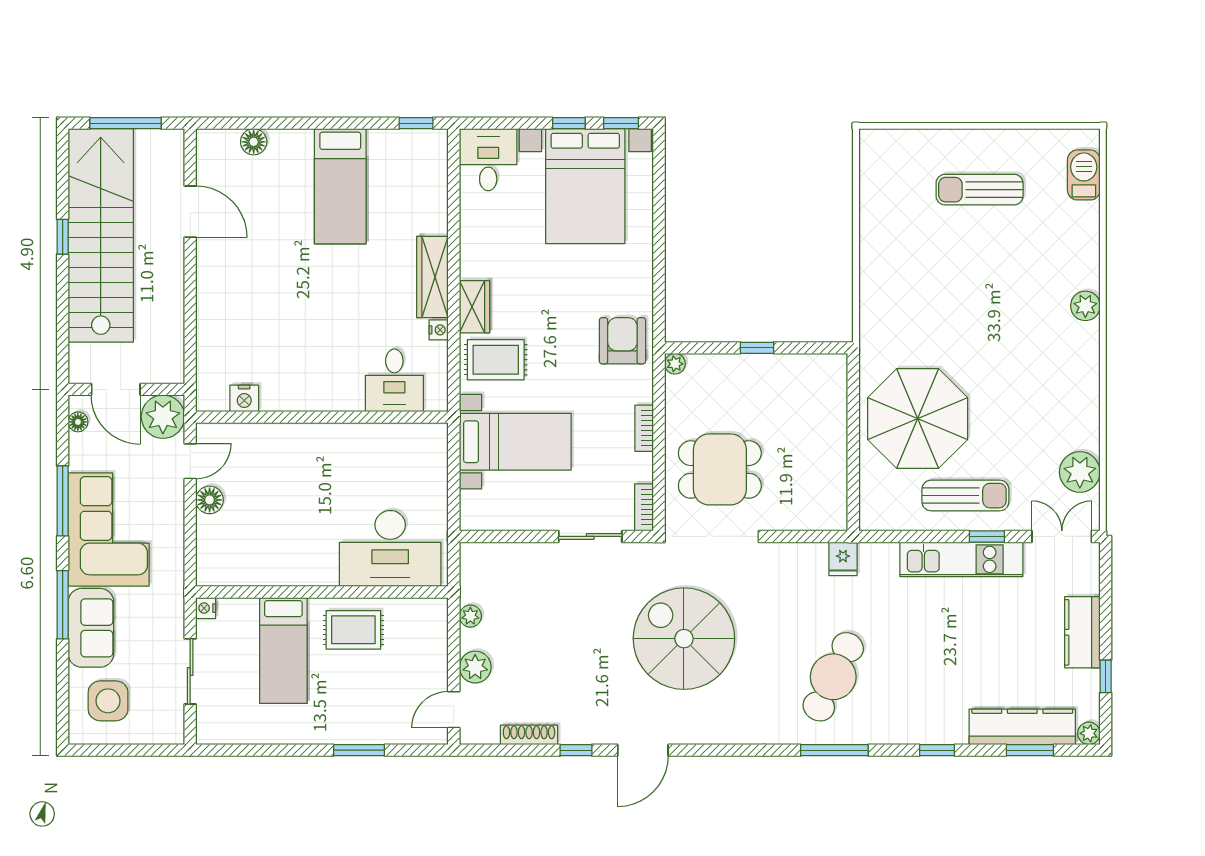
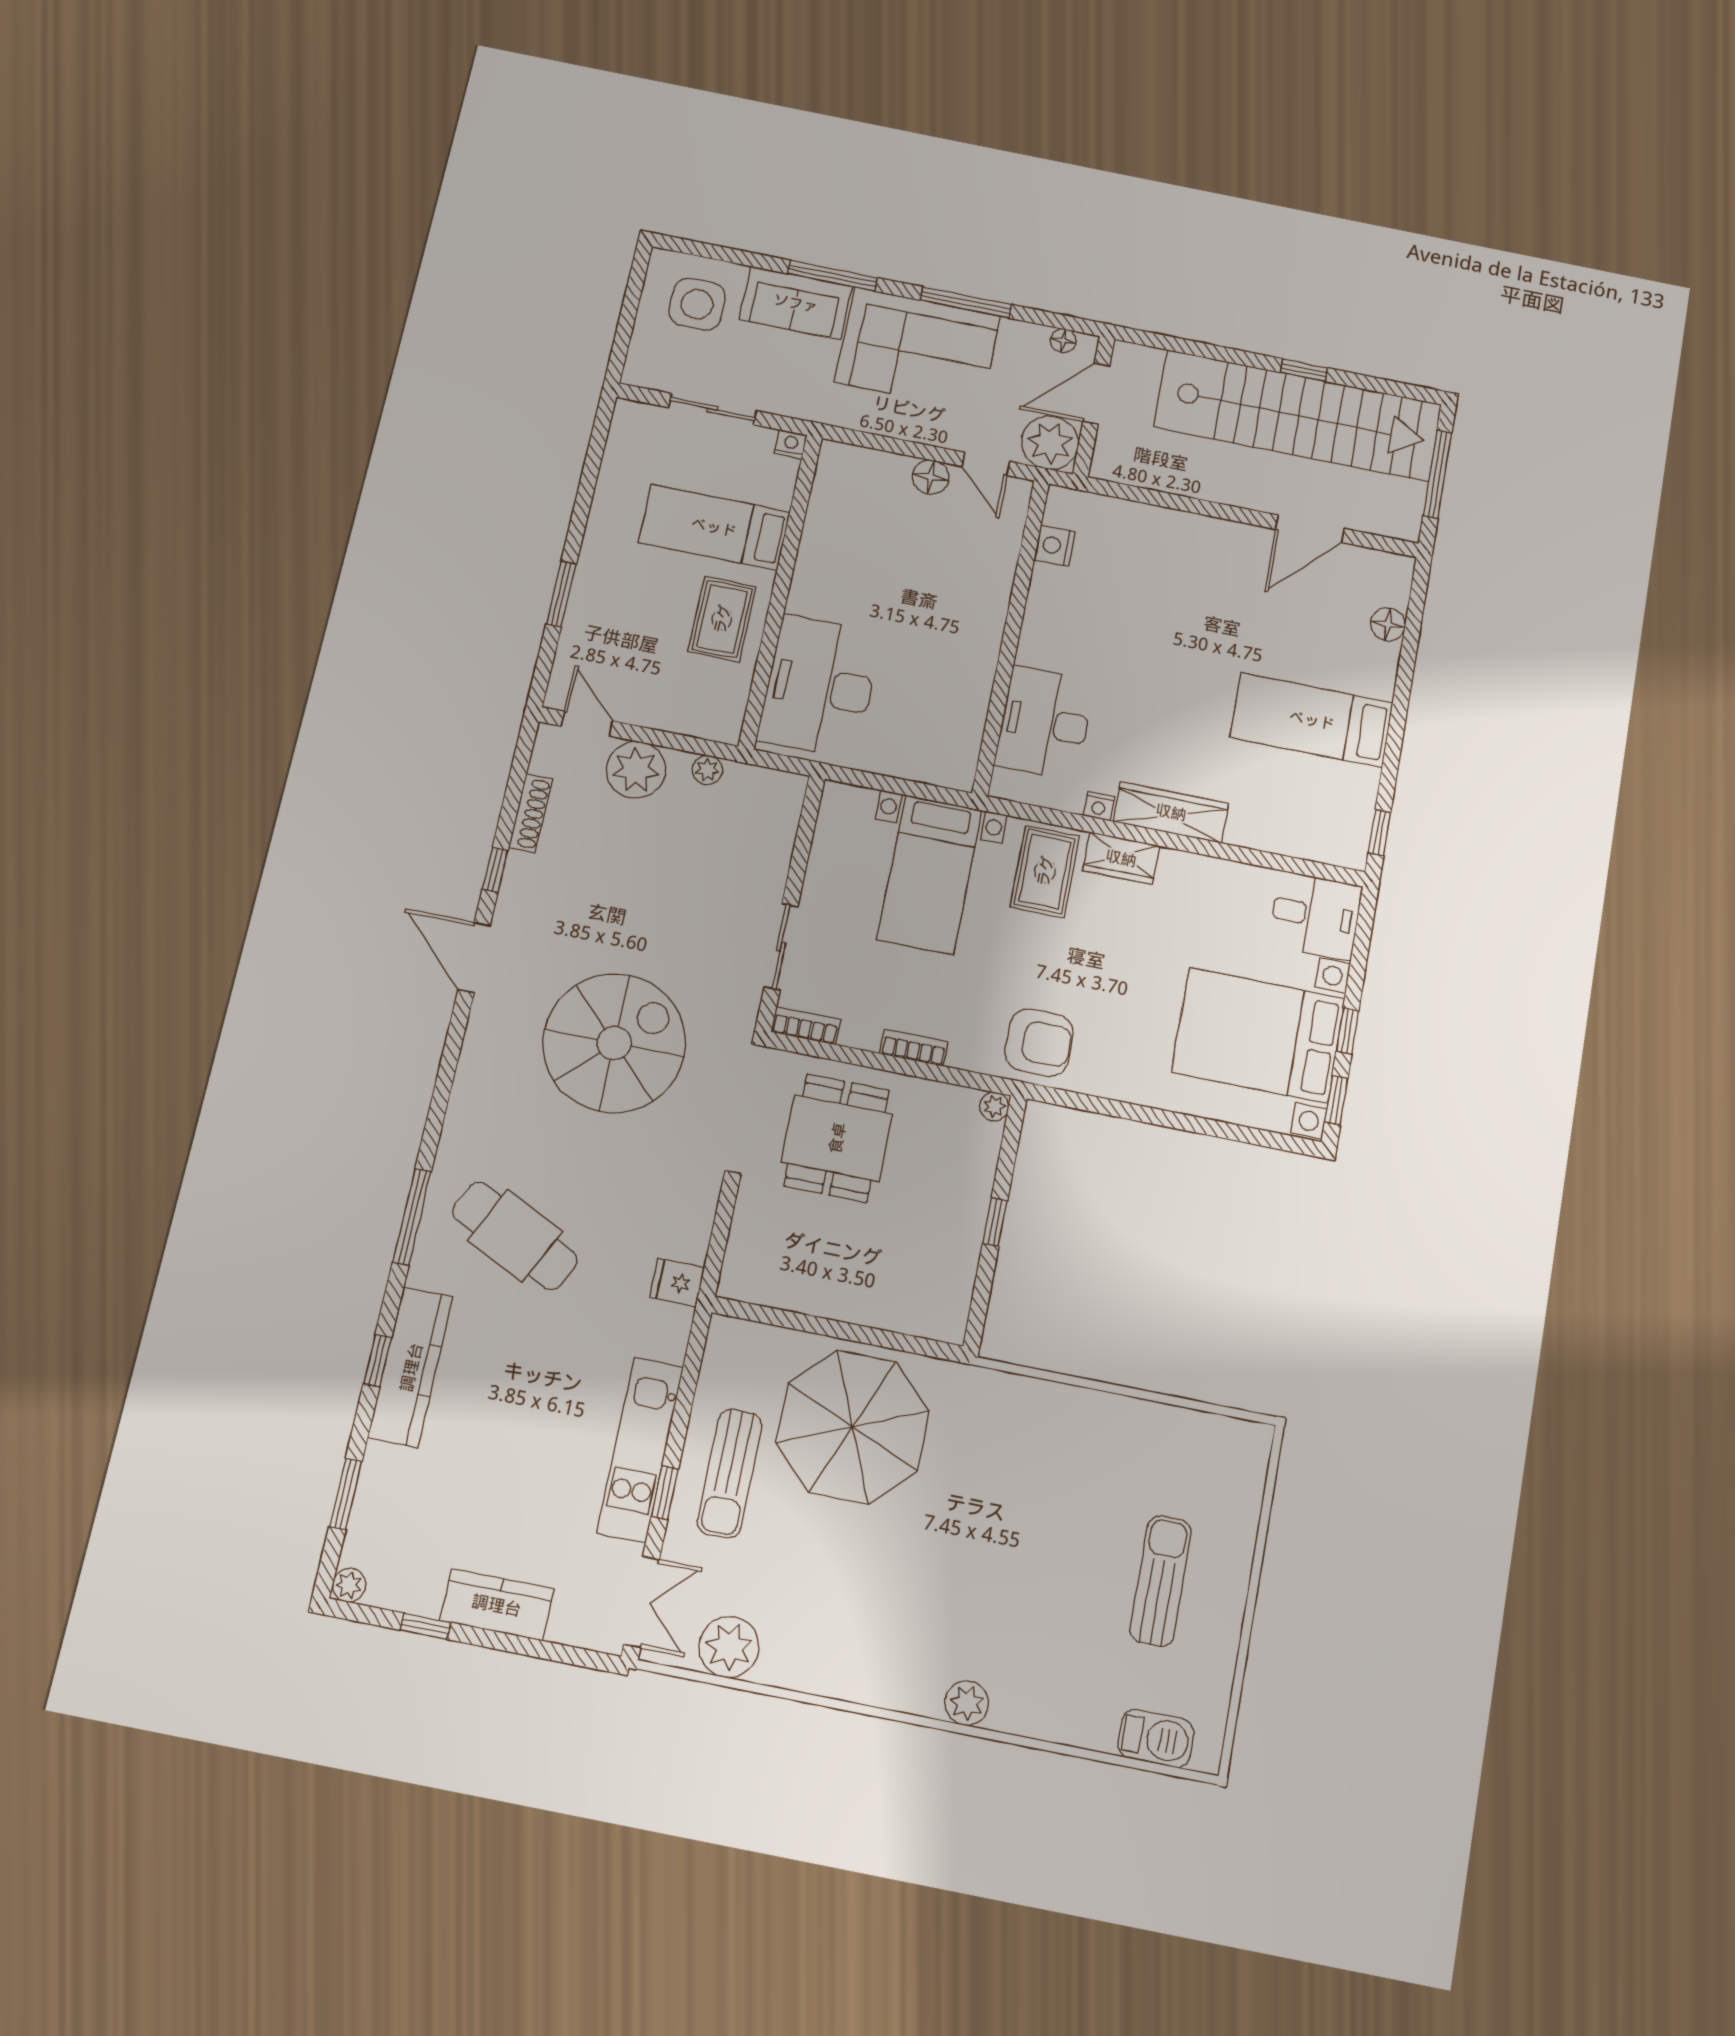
desk: (394, 380) -> (1045, 723), width x1.37
plant: (475, 667) -> (636, 770), width x1.36, depth x1.36
kitchen counter: (1022, 727) -> (411, 1367), moved

